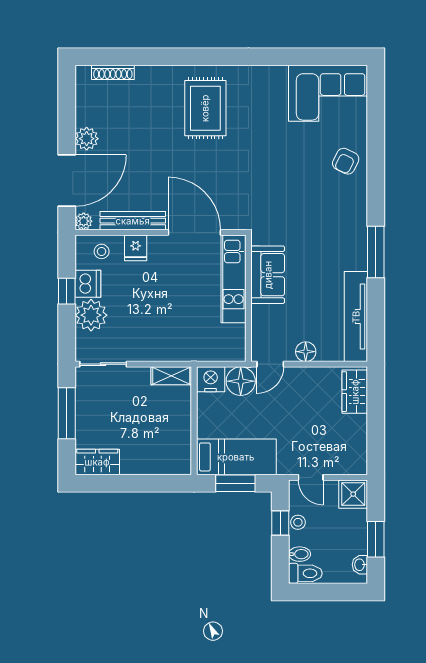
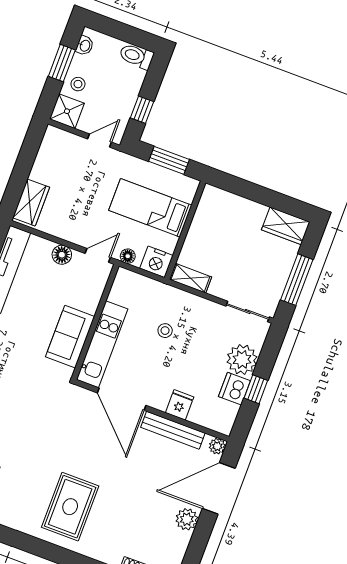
stool: (102, 251) -> (165, 331), moved
floor lamp: (241, 381) -> (128, 256), width x0.53, depth x0.53
bed: (236, 457) -> (150, 208), moved
door: (311, 477) -> (100, 140), hinge flipped
stool: (298, 522) -> (78, 84), moved
bidet: (300, 554) -> (135, 75), removed

